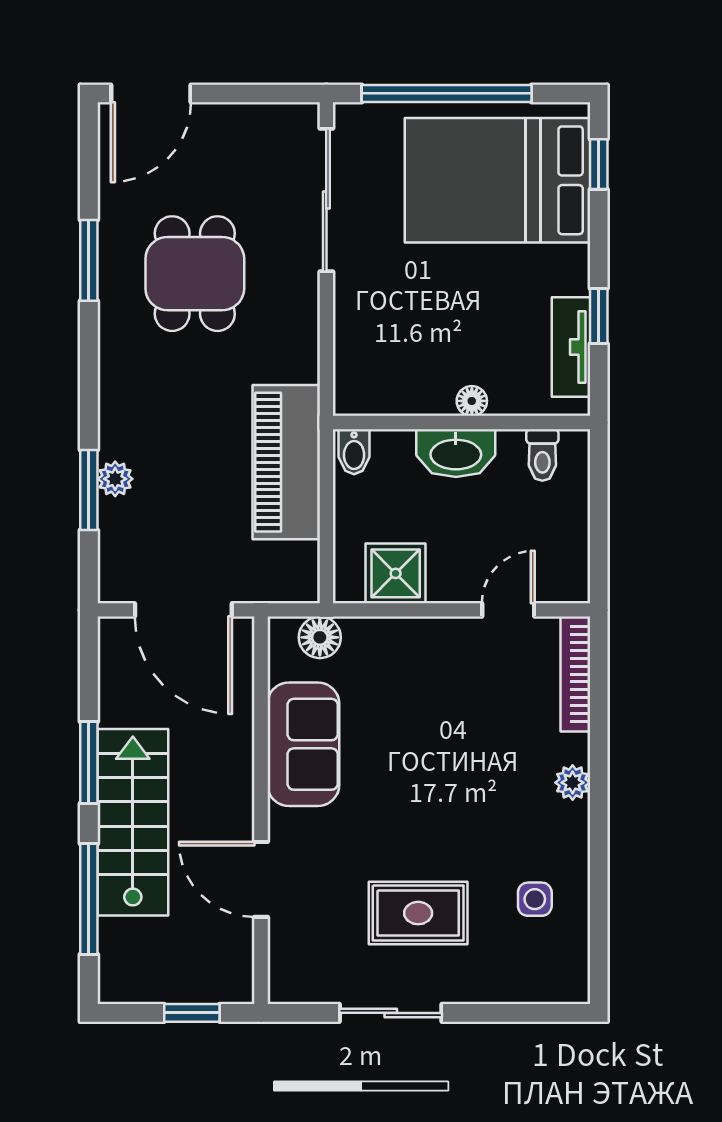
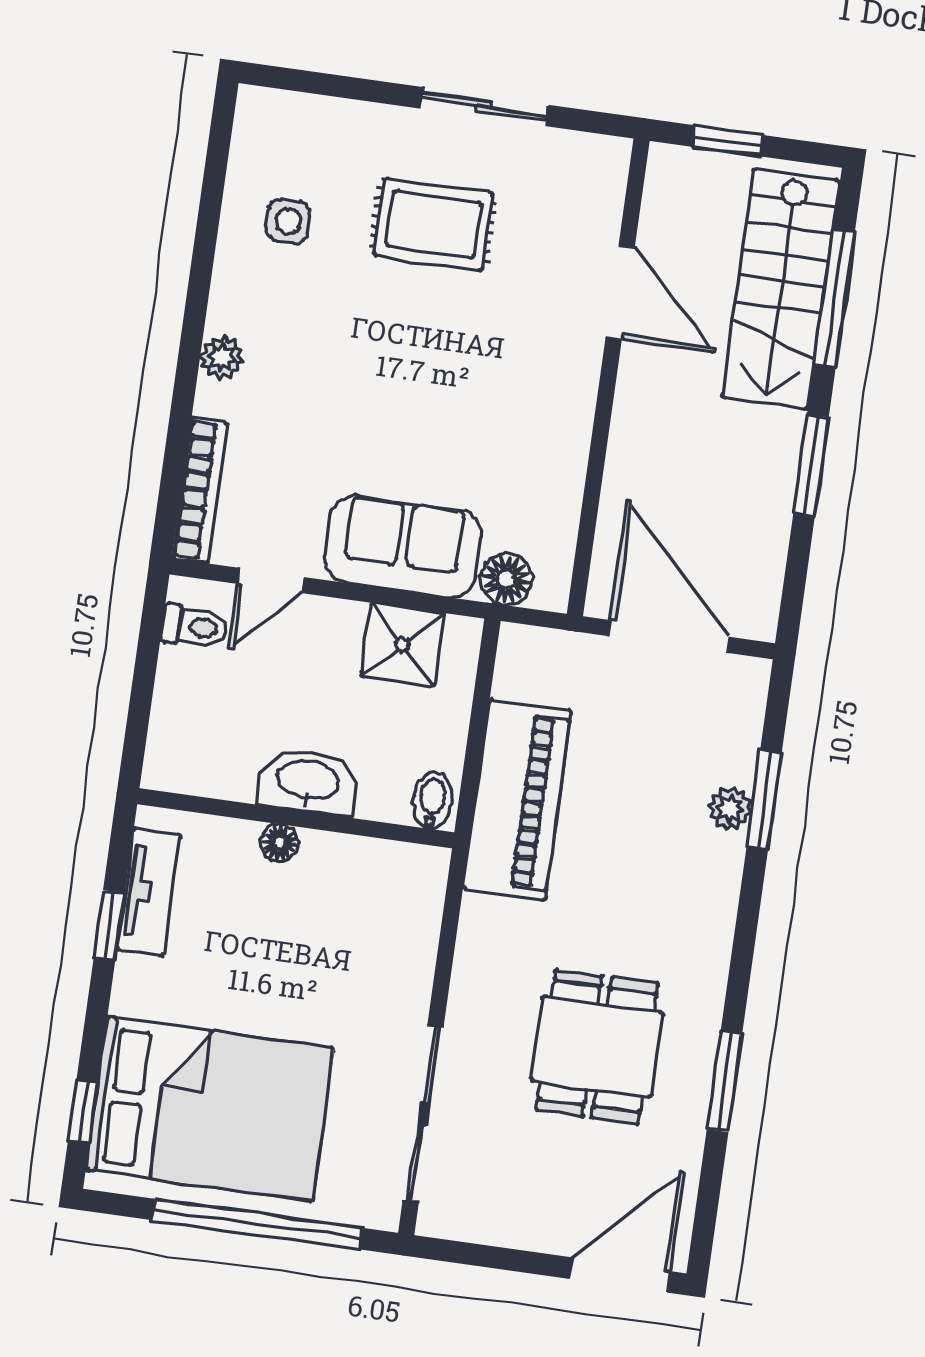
toilet: (542, 455) -> (195, 627), moved, turned 90
sofa: (303, 744) -> (403, 546), moved, turned 90
stairs: (133, 822) -> (781, 289), moved

